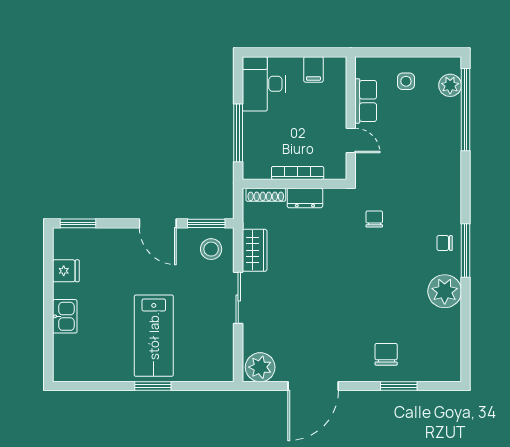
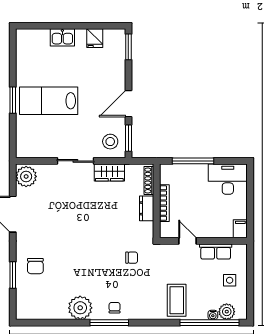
filing cabinet: (313, 69) -> (240, 229), moved, turned 90
water cooler: (455, 105) -> (213, 315), added
door: (351, 141) -> (187, 241), swing flipped
coffee table: (434, 156) -> (177, 300), added
chair: (386, 354) -> (35, 266), turned 90

